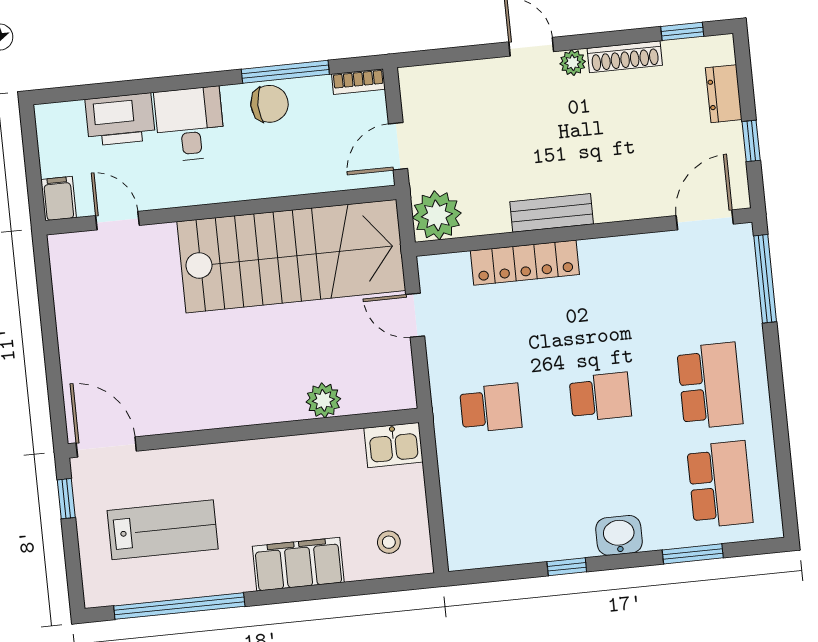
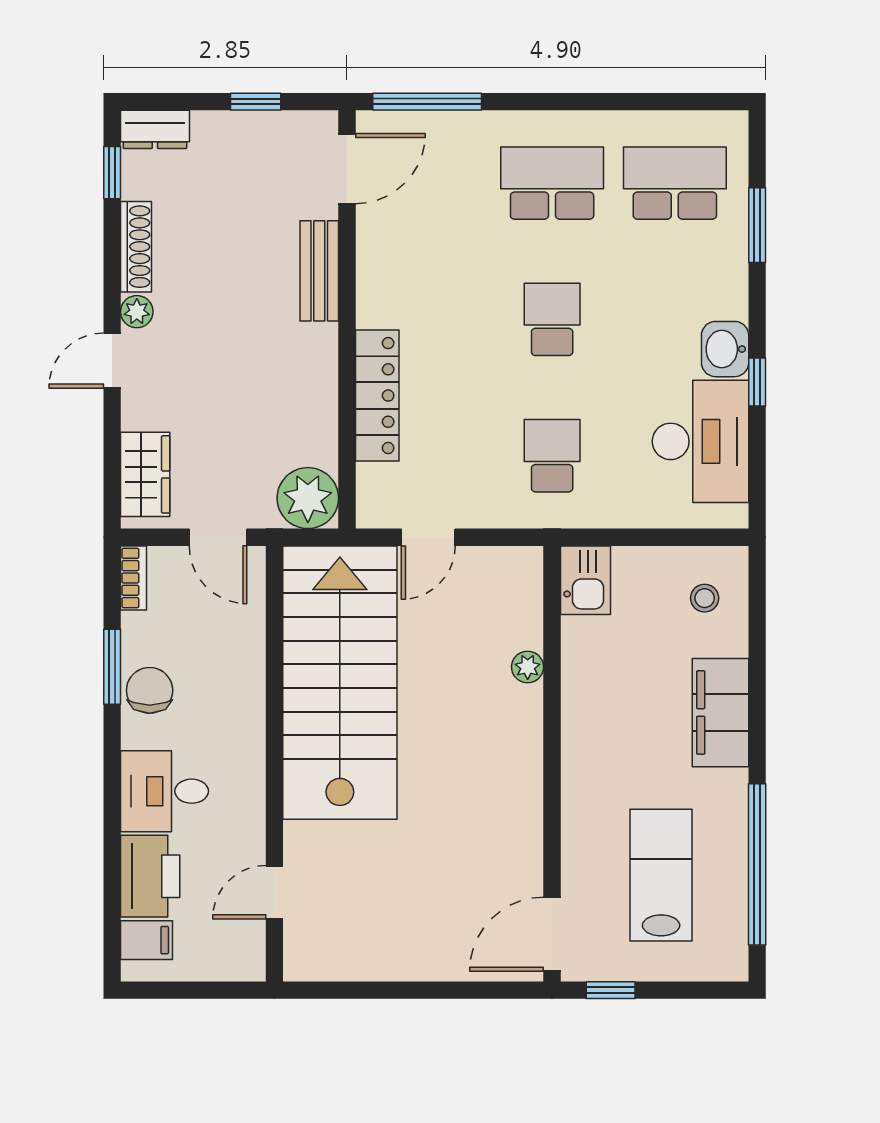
window: (285, 72) -> (112, 667), width x0.69
wardrobe: (443, 83) -> (145, 474), added
dresser: (724, 94) -> (155, 129), moved
filing cabinet: (59, 199) -> (147, 940), moved, turned 180
bench: (552, 213) -> (319, 271), moved
door: (705, 220) -> (347, 169), swing flipped
plant: (323, 400) -> (528, 667), width x0.73, depth x0.73
desk: (514, 526) -> (700, 441), added
washbasin: (619, 535) -> (725, 349), moved

